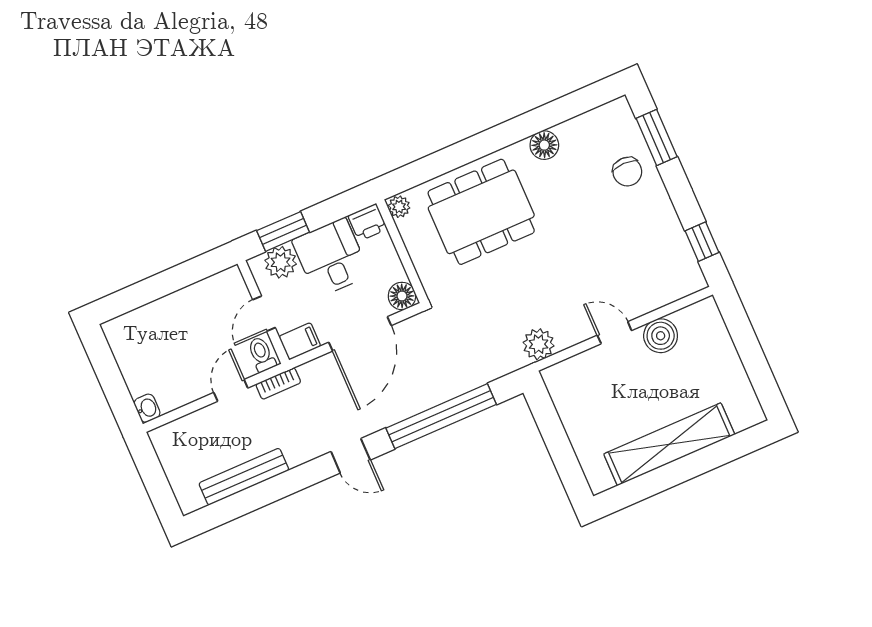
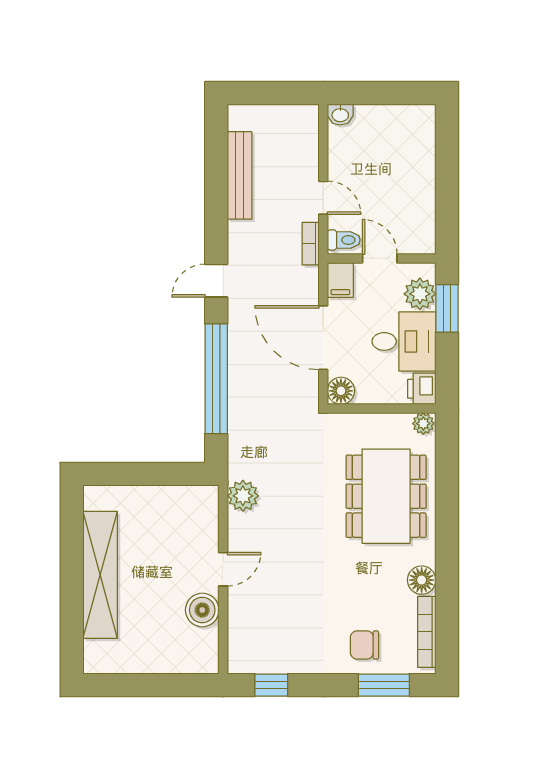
bookcase: (590, 119) -> (427, 632), added

